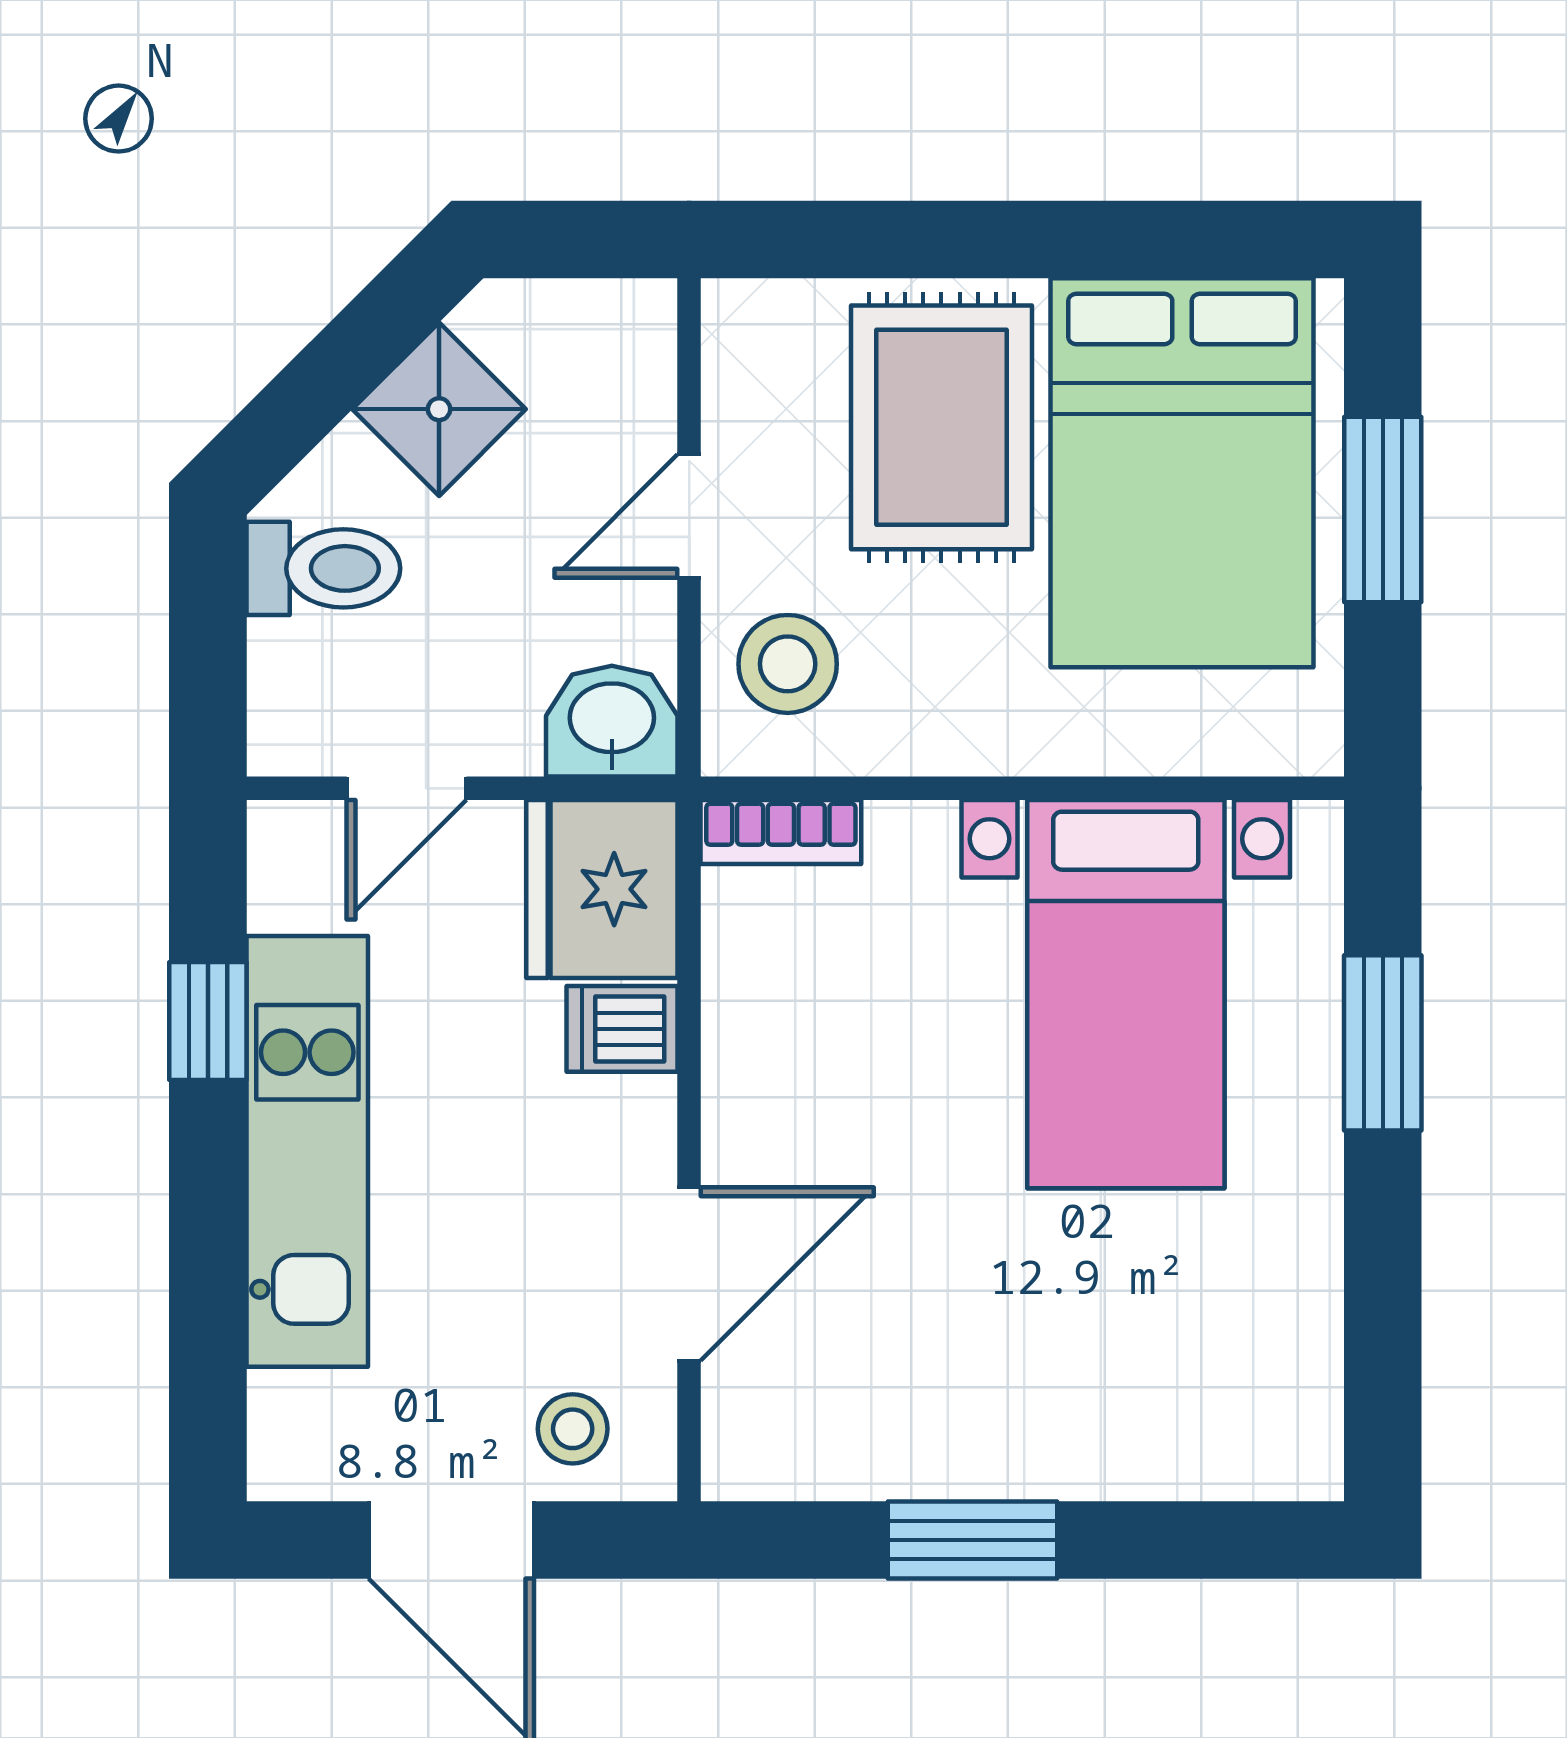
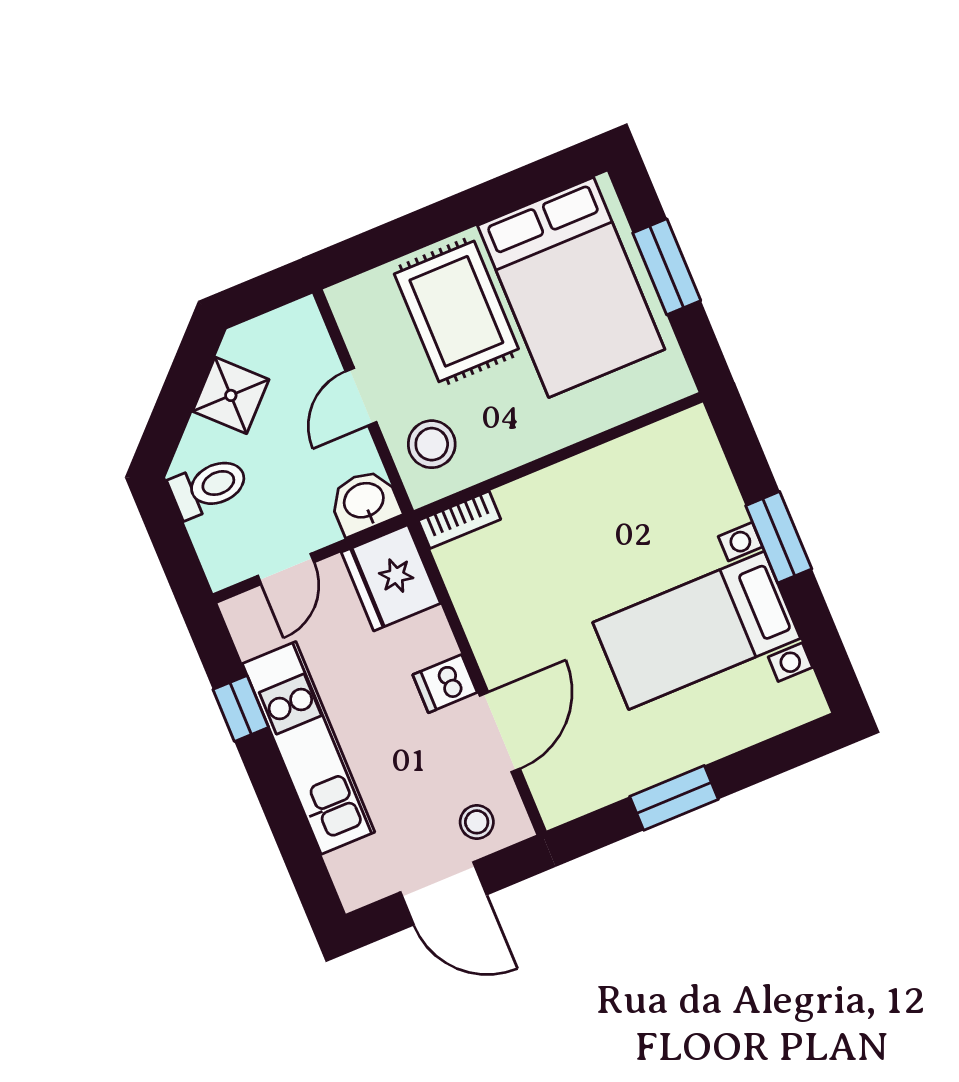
bed with nightstands: (1126, 994) -> (697, 630), moved, turned 90
dishwasher: (622, 1029) -> (445, 684), moved
window: (1383, 1043) -> (779, 537), moved

